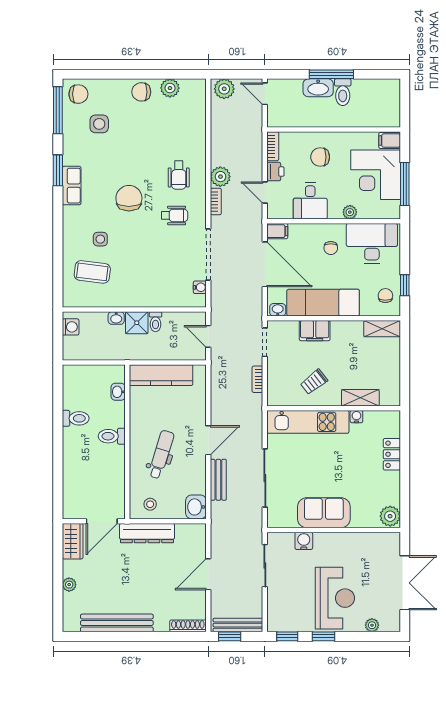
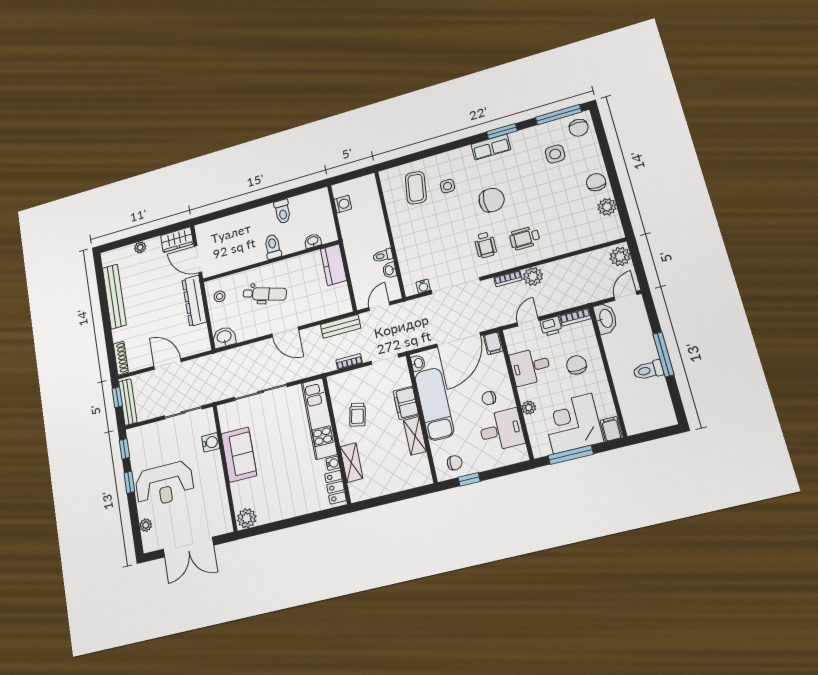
washbasin: (318, 88) -> (606, 318), moved, turned 180
desk: (372, 243) -> (501, 430), width x0.73
washbasin: (116, 318) -> (389, 270), moved
shower: (137, 323) -> (378, 239), removed
washing machine: (71, 327) -> (343, 204), moved, turned -90
shelving: (382, 329) -> (415, 436), moved
kitchen counter: (161, 375) -> (333, 265), width x0.67
trolley: (314, 382) -> (357, 415), turned -130
locker: (392, 454) -> (335, 487), moved, turned -90
bench: (218, 480) -> (341, 326), moved

